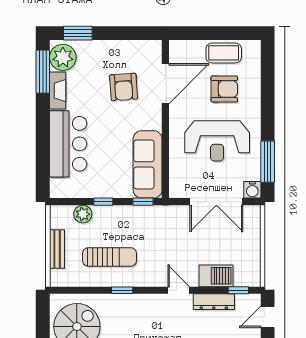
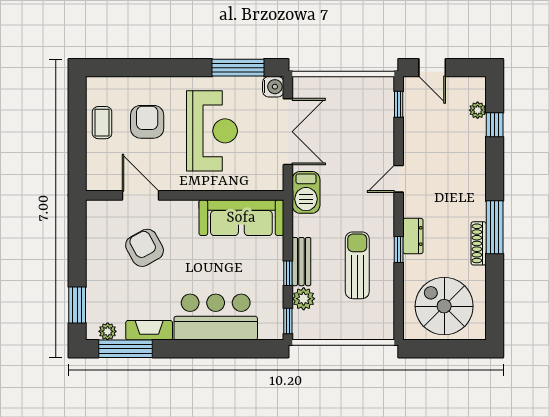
coffee table: (224, 53) -> (102, 123), width x0.73, depth x0.77
plant: (63, 57) -> (108, 331), width x0.53, depth x0.53
door: (165, 84) -> (140, 195), width x0.73
armchair: (124, 87) -> (145, 248), turned -115
window: (143, 202) -> (288, 321), moved
bench: (57, 249) -> (301, 262), moved, turned 90
barbecue: (216, 276) -> (306, 192), moved, turned 180
dresser: (214, 302) -> (413, 236), moved, width x0.70

